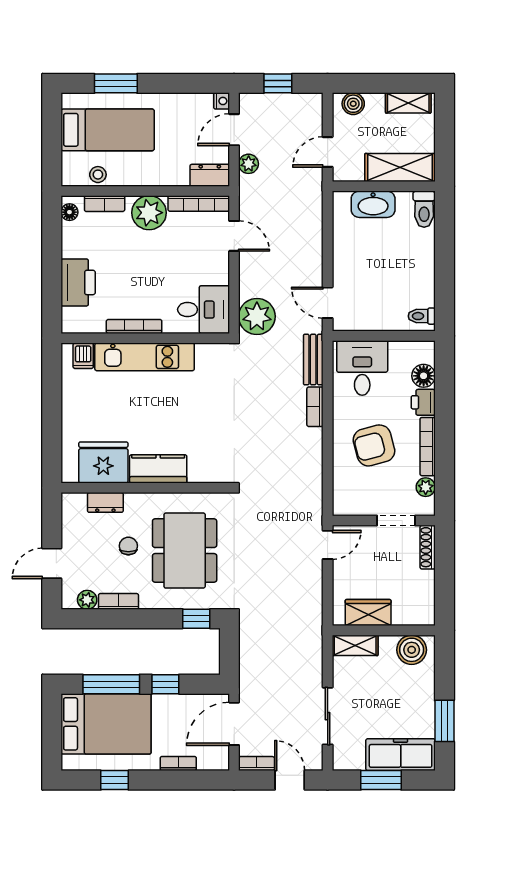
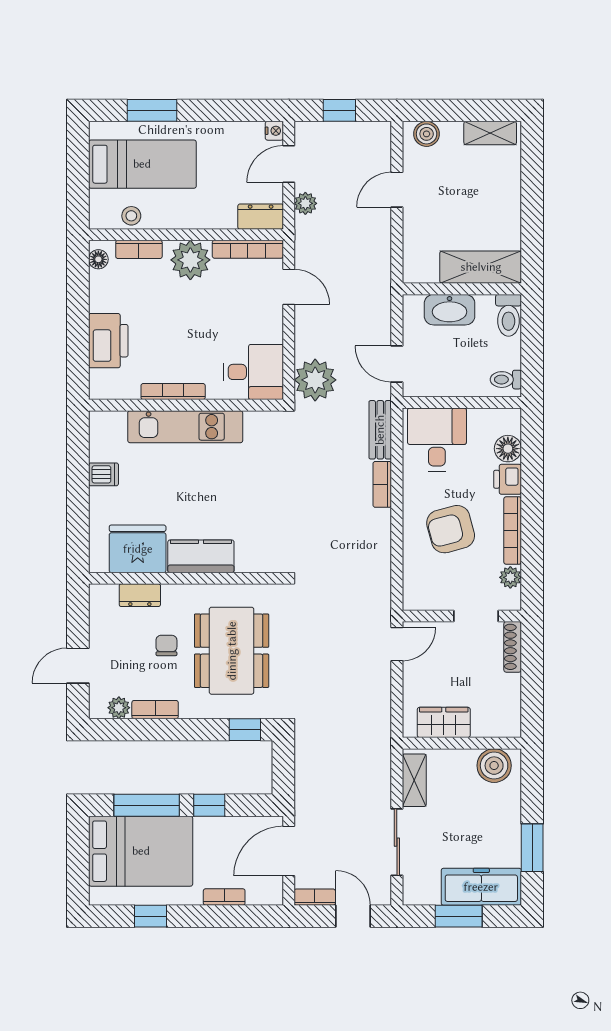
shelving: (400, 168) -> (481, 267), moved
wall: (384, 186) -> (462, 289), moved
washbasin: (373, 204) -> (450, 310), moved
toilet: (424, 209) -> (509, 315), moved
dishwasher: (83, 356) -> (104, 474), moved, turned -90
shelving: (355, 645) -> (414, 780), moved, turned 90

